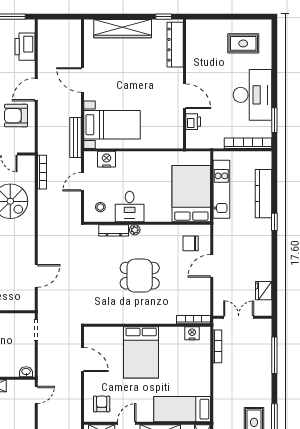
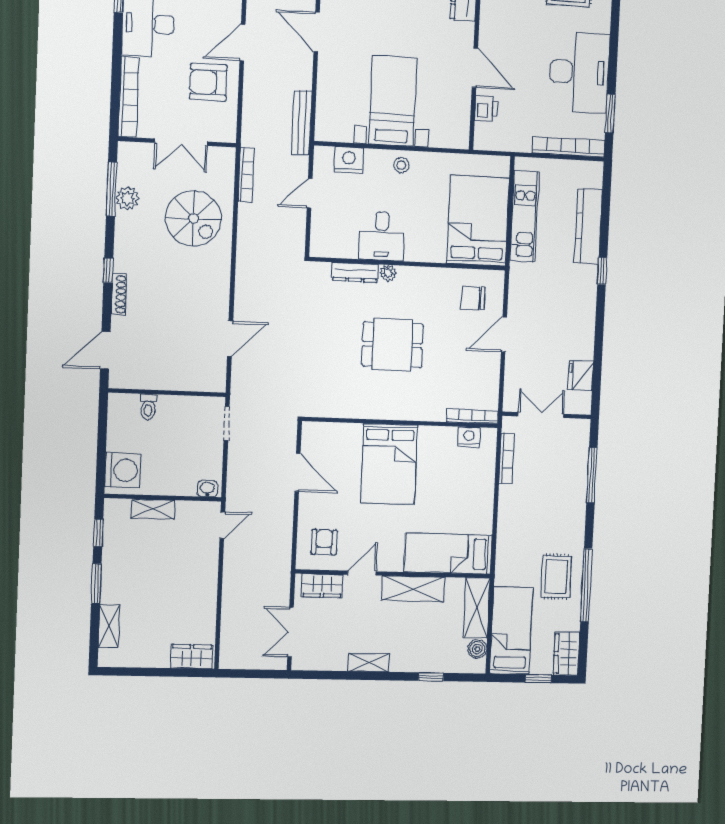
bed with nightstands: (112, 125) -> (393, 101), moved, turned -90
stool: (100, 207) -> (401, 165), moved

